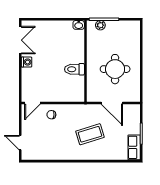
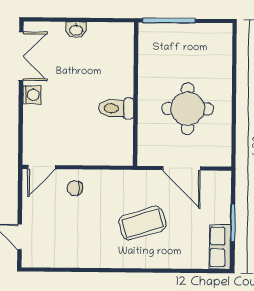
washbasin: (79, 25) -> (76, 30), moved
plant: (100, 25) -> (162, 31), removed

